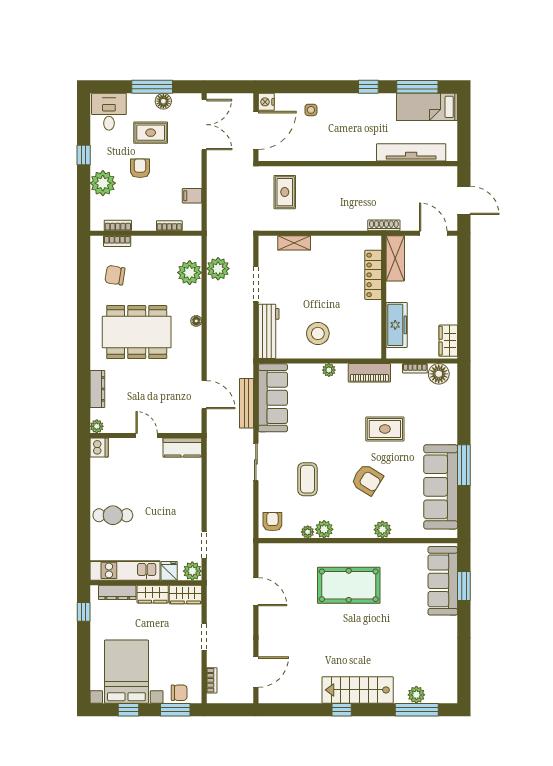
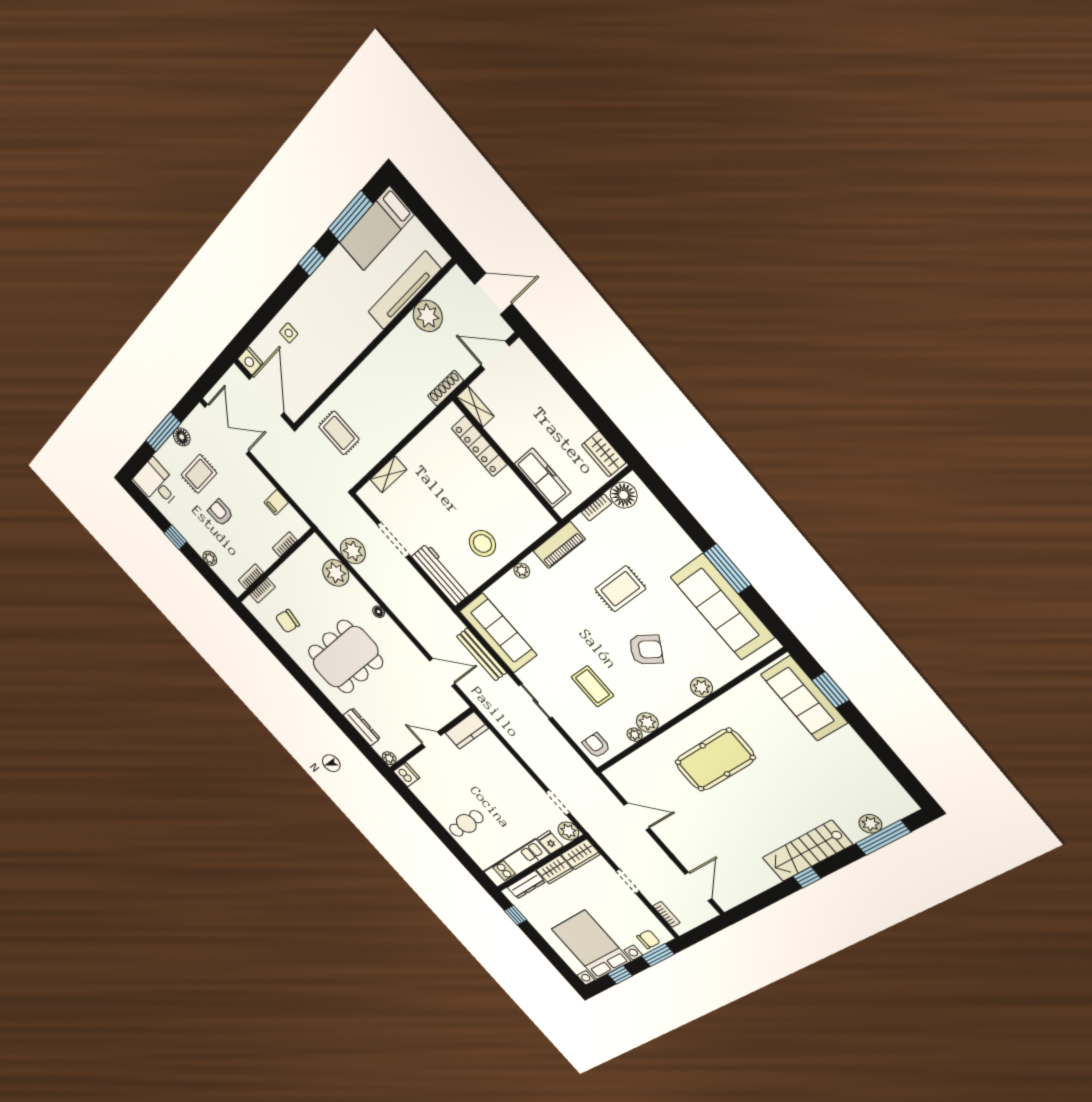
plant: (412, 178) -> (428, 316), added
plant: (103, 183) -> (210, 558), width x0.53, depth x0.53
shelving: (395, 258) -> (475, 407), width x0.67, depth x0.75

